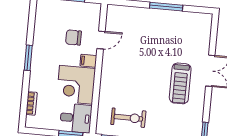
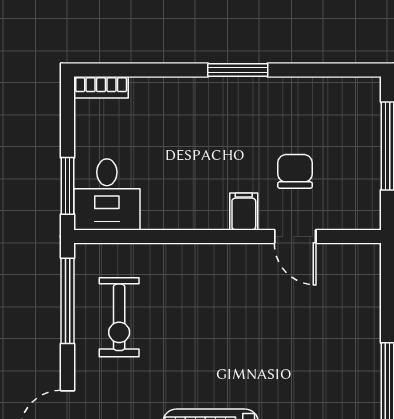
corner desk: (76, 85) -> (185, 188), removed
bookcase: (31, 103) -> (101, 87), moved

